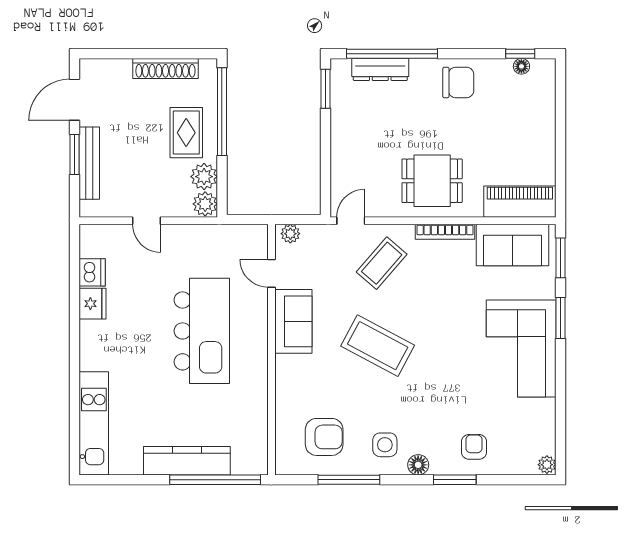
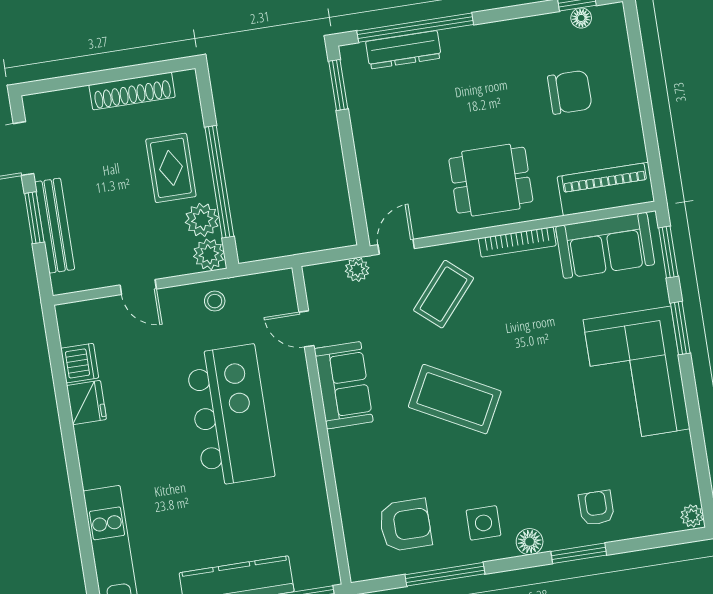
chair: (458, 82) -> (570, 92), moved
window: (222, 112) -> (219, 182), moved
plant: (290, 234) -> (357, 270), moved
stool: (204, 241) -> (215, 301), added

